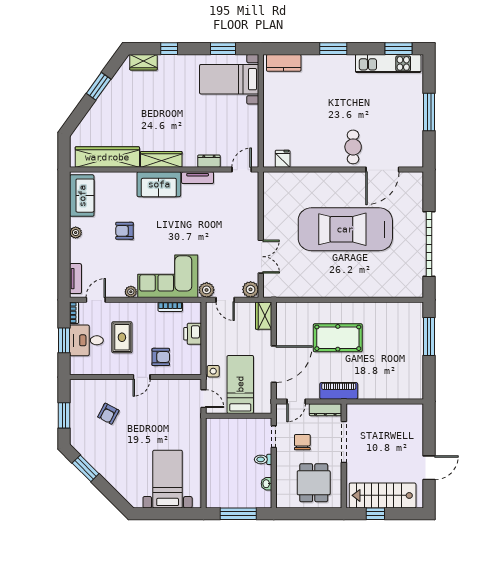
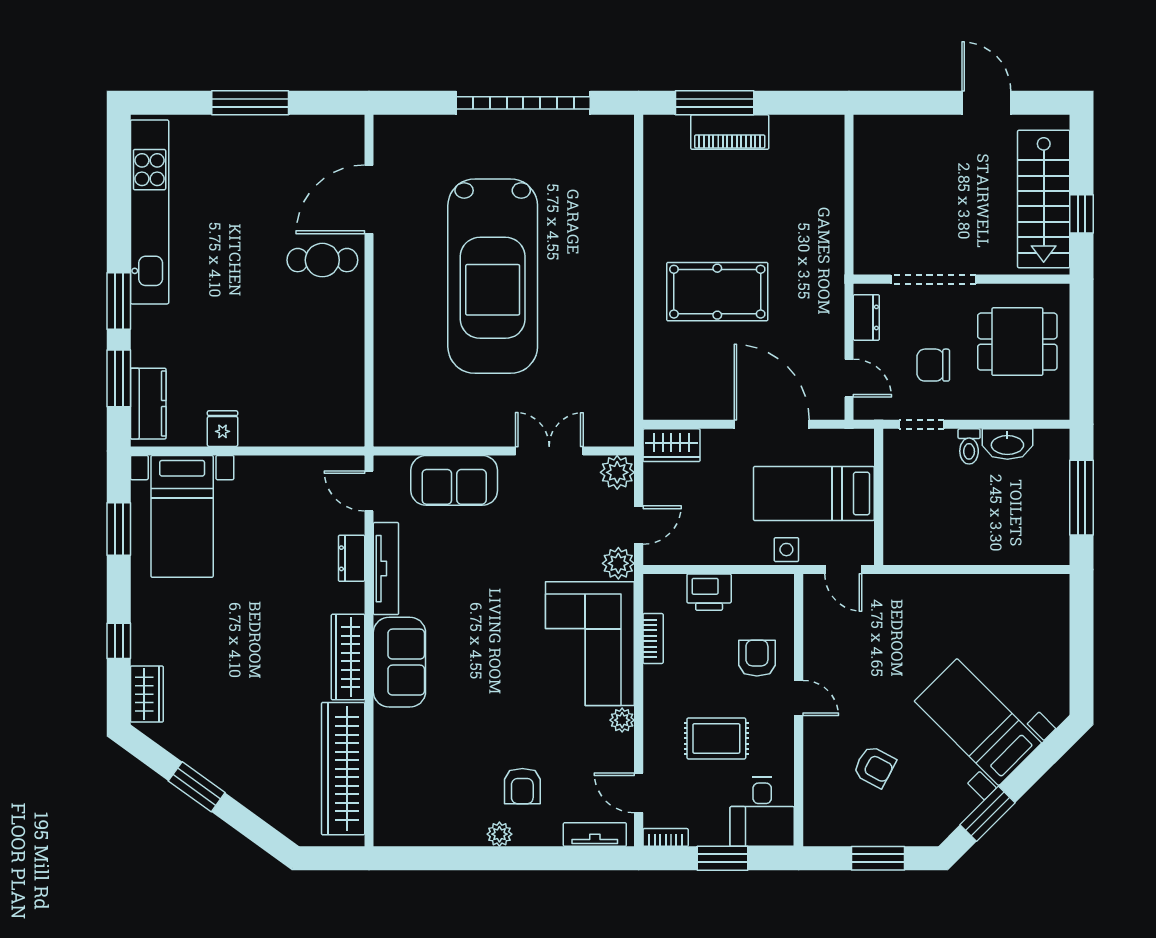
window: (399, 49) -> (119, 378), moved
kitchen unit: (388, 63) -> (150, 212), width x1.36
fridge: (283, 159) -> (223, 429), moved, turned 90
door: (382, 170) -> (369, 199), swing flipped
tv unit: (198, 178) -> (386, 569), width x1.41
sofa: (82, 196) -> (454, 480), moved, turned 180
armchair: (124, 231) -> (522, 786), moved
pool table: (338, 338) -> (717, 292), turned 90
desk: (86, 340) -> (762, 812), moved
piano: (339, 391) -> (730, 132), moved, turned -90
door: (204, 399) -> (843, 569), swing flipped
dresser: (325, 410) -> (866, 317), width x0.70
bed with nightstands: (168, 479) -> (978, 722), moved, turned 45
washbasin: (266, 484) -> (1007, 444), width x1.91, depth x1.45

